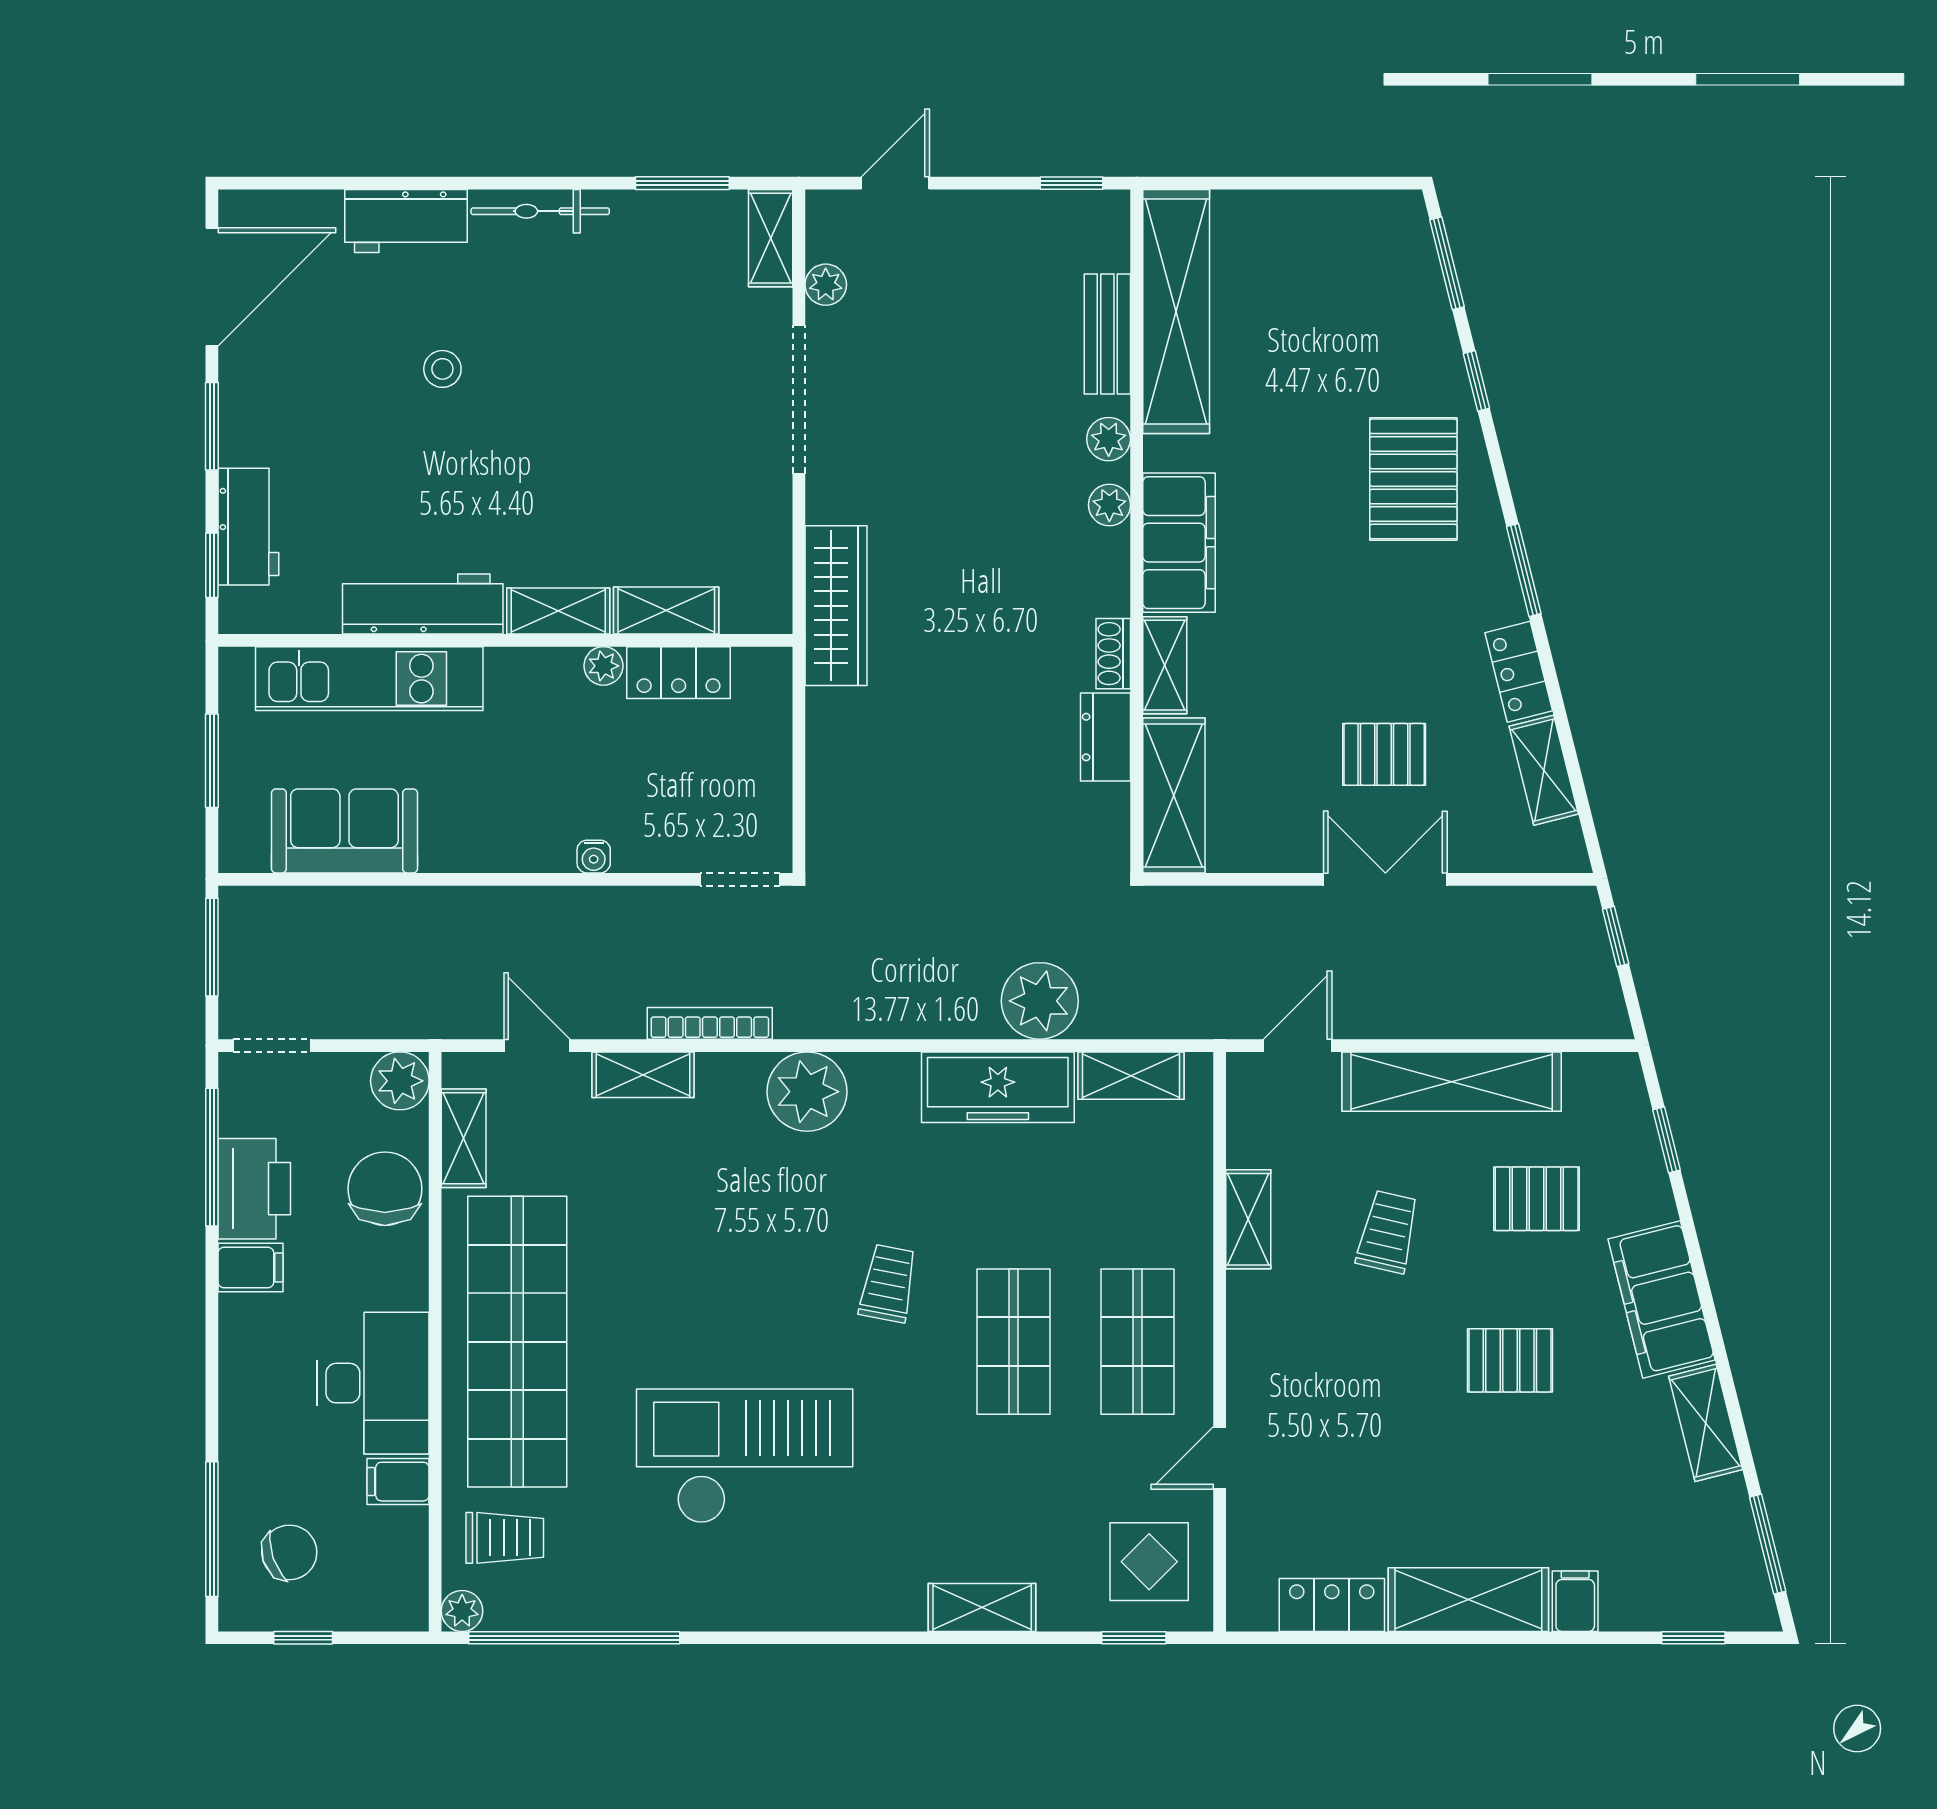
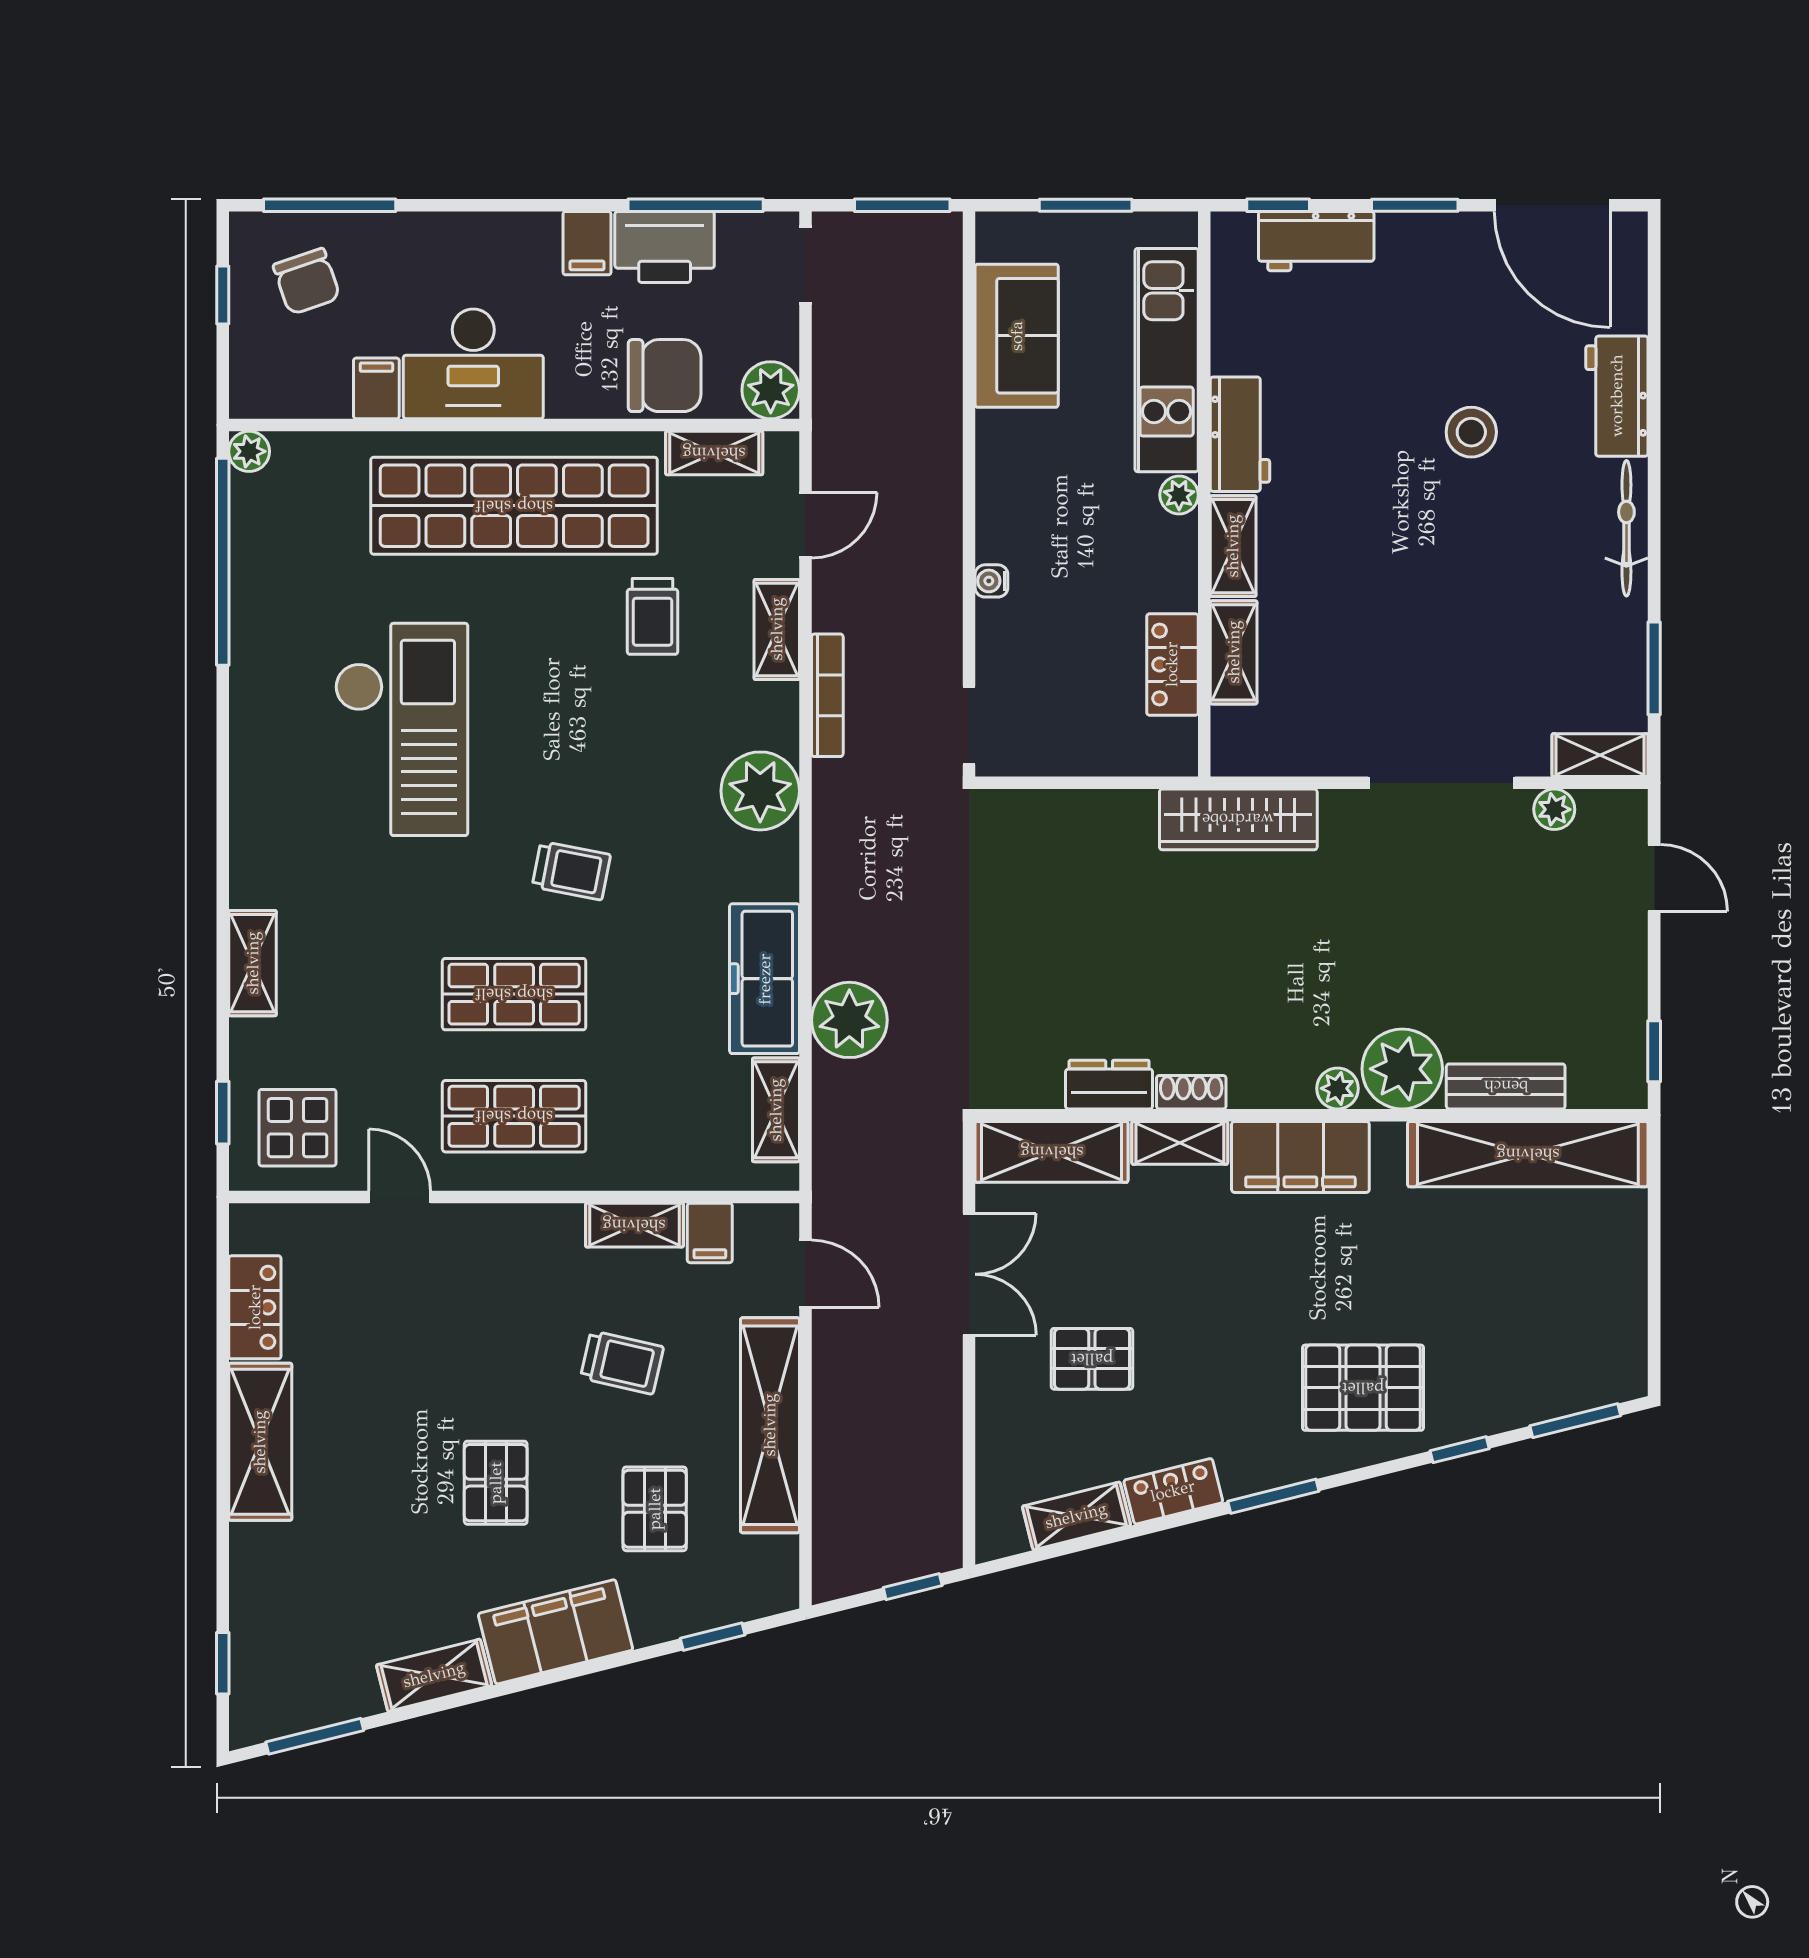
stool: (442, 369) -> (1471, 432), width x1.37, depth x1.37
plant: (1109, 439) -> (1402, 1069), width x1.88, depth x1.88
workbench: (423, 604) -> (1240, 434), width x0.73
plant: (603, 666) -> (1179, 495), moved
pallet: (1384, 754) -> (1092, 1359), turned 90
double door: (1385, 879) -> (969, 1274), moved
trolley: (505, 1538) -> (652, 616), moved
filing cabinet: (1575, 1601) -> (710, 1233), moved, turned 90

